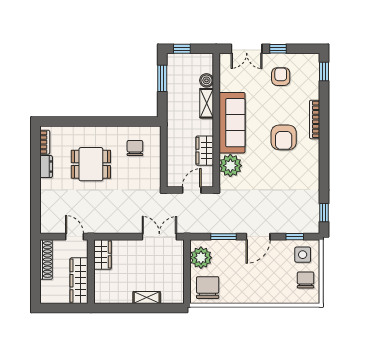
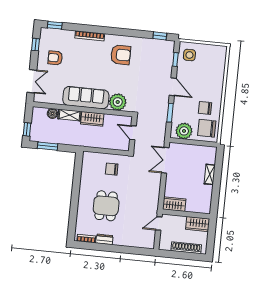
window: (278, 49) -> (36, 45), moved
armchair: (284, 137) -> (121, 55), moved
chair: (135, 148) -> (112, 169), moved
wardrobe: (205, 151) -> (92, 119), moved
shoe rack: (46, 260) -> (186, 248), moved
chair: (306, 280) -> (205, 108), moved
wardrobe: (79, 281) -> (198, 224), width x0.67

